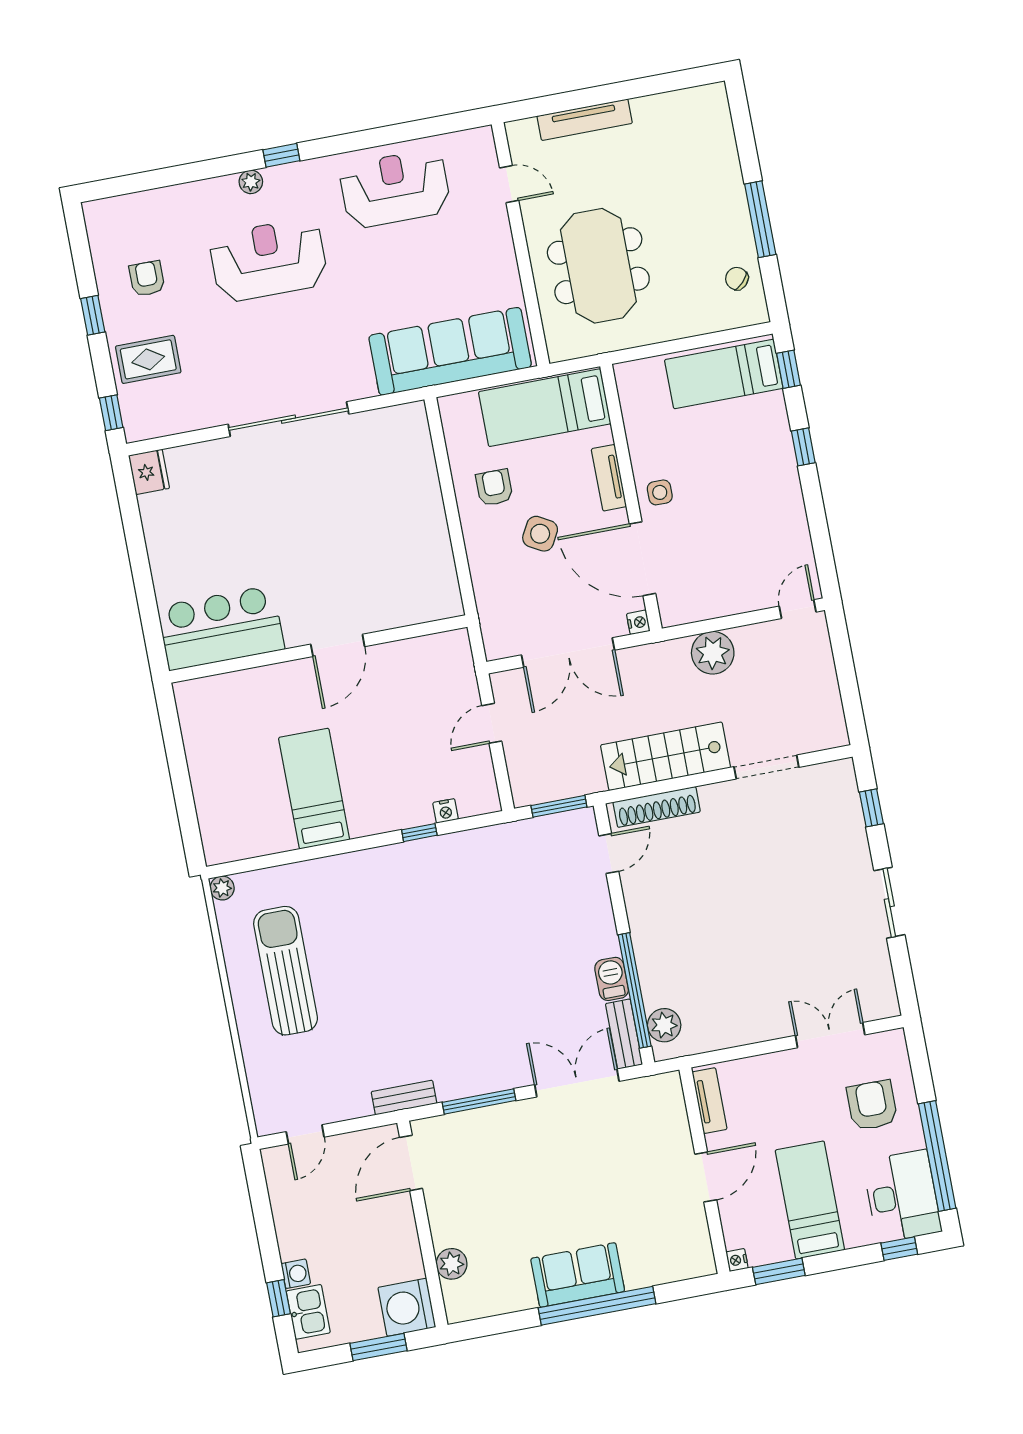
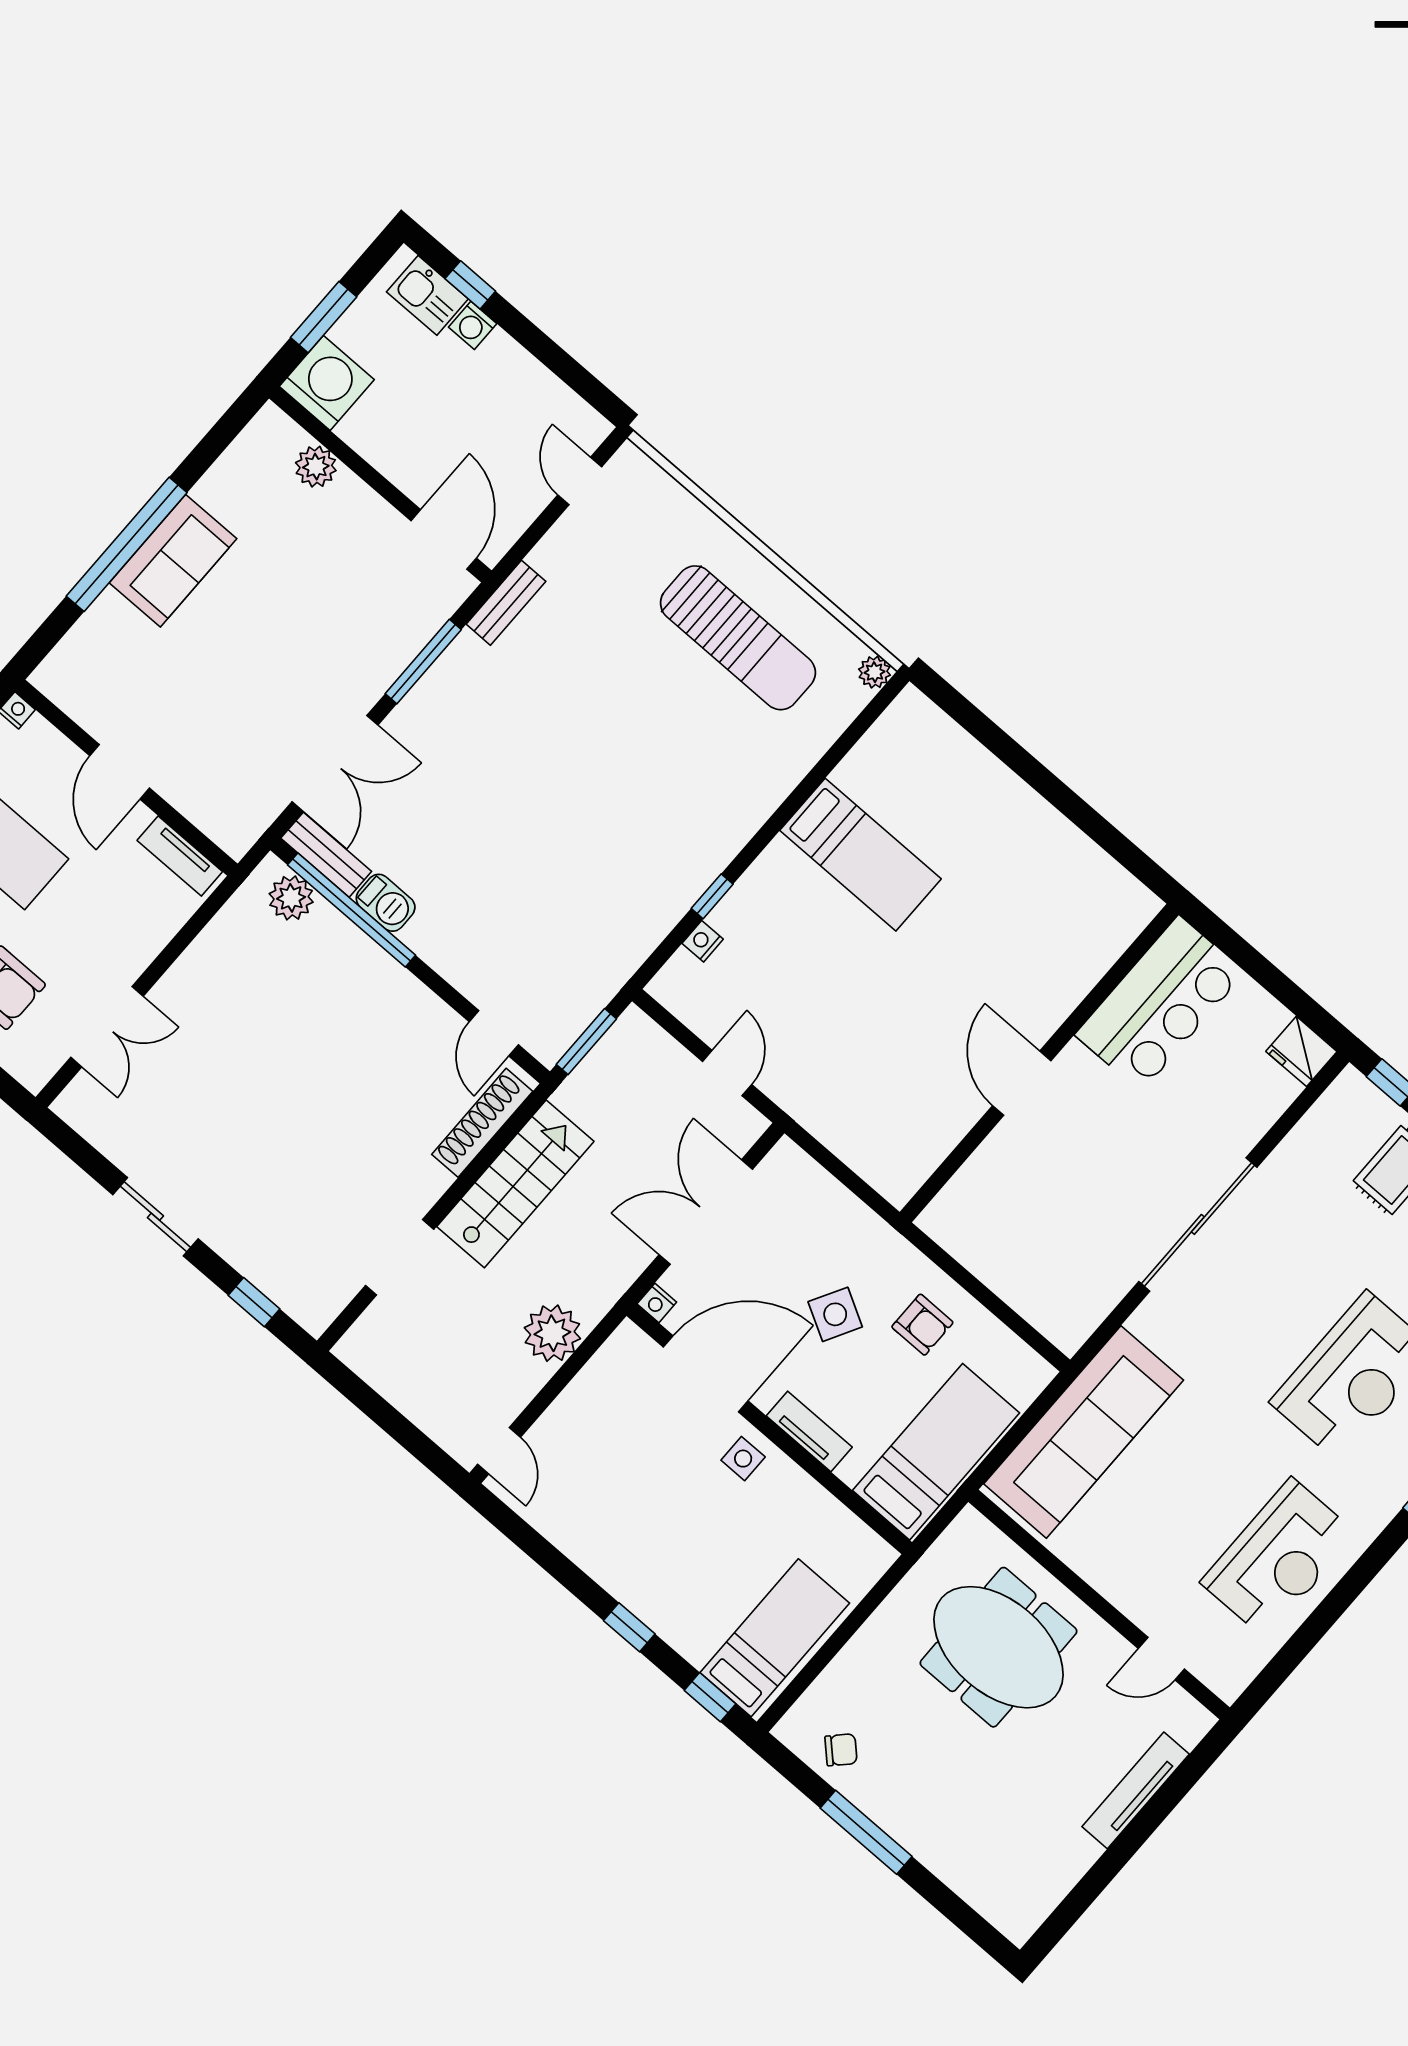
bar counter: (221, 628) -> (1160, 1004), moved
door: (338, 645) -> (1022, 1083), moved
wall: (318, 649) -> (1039, 1063), moved

